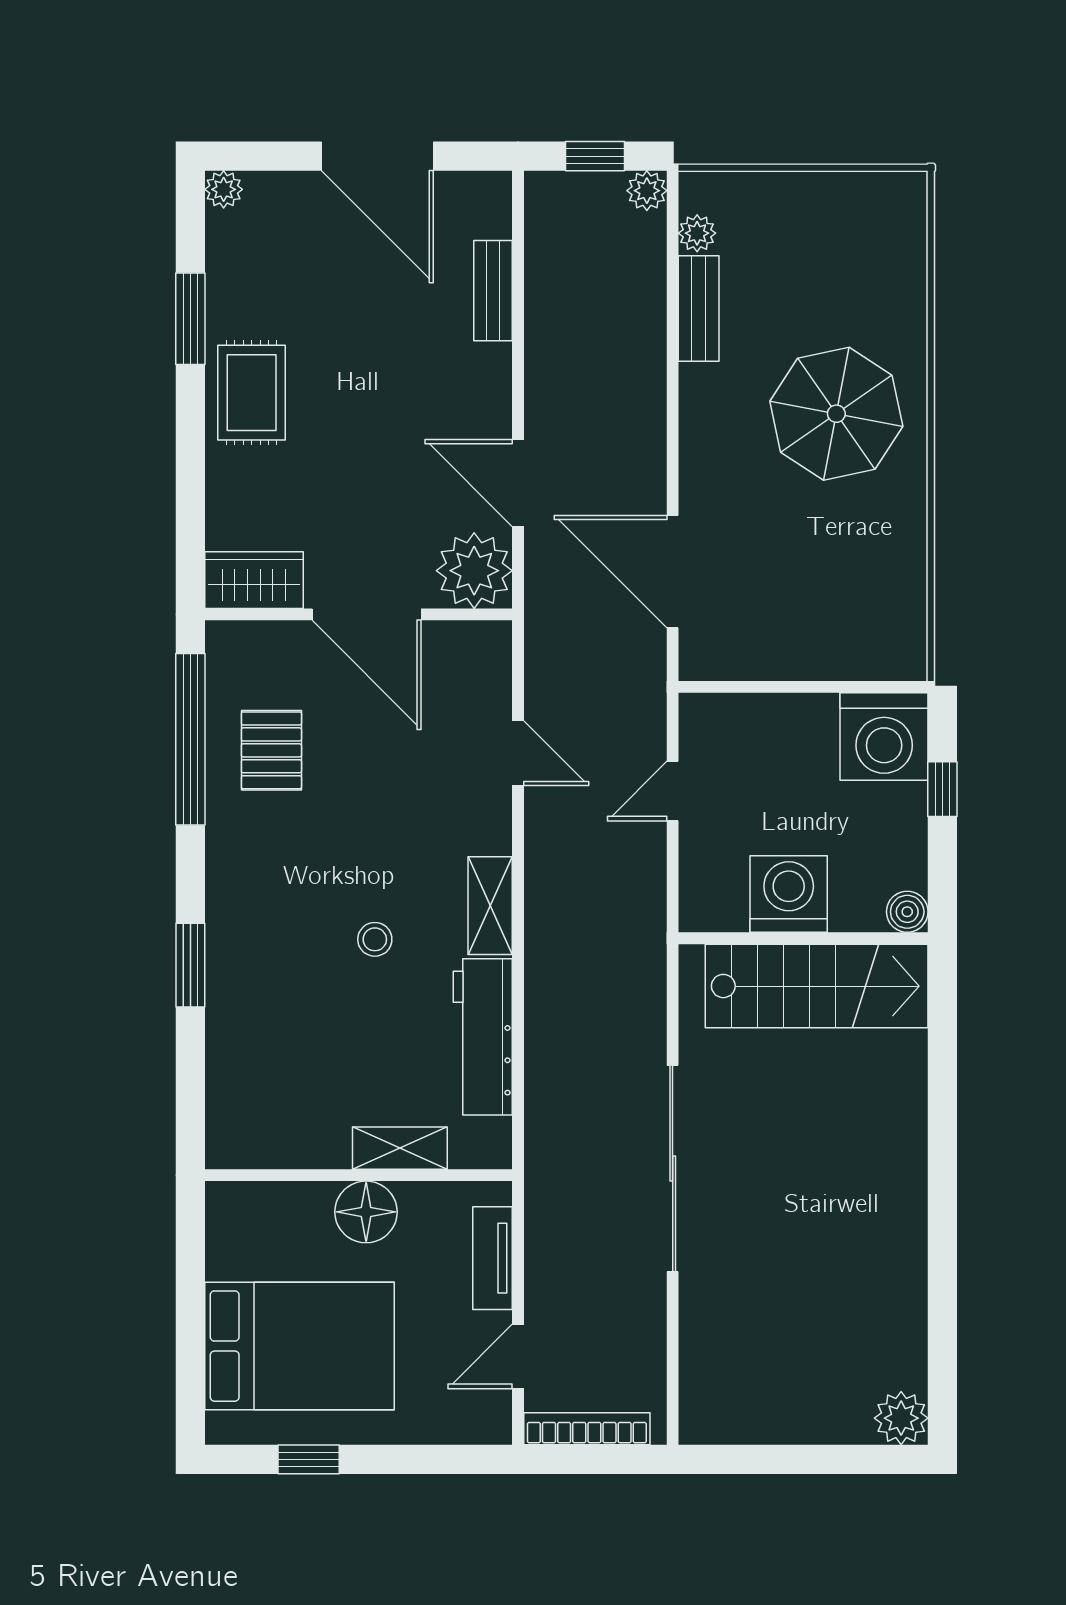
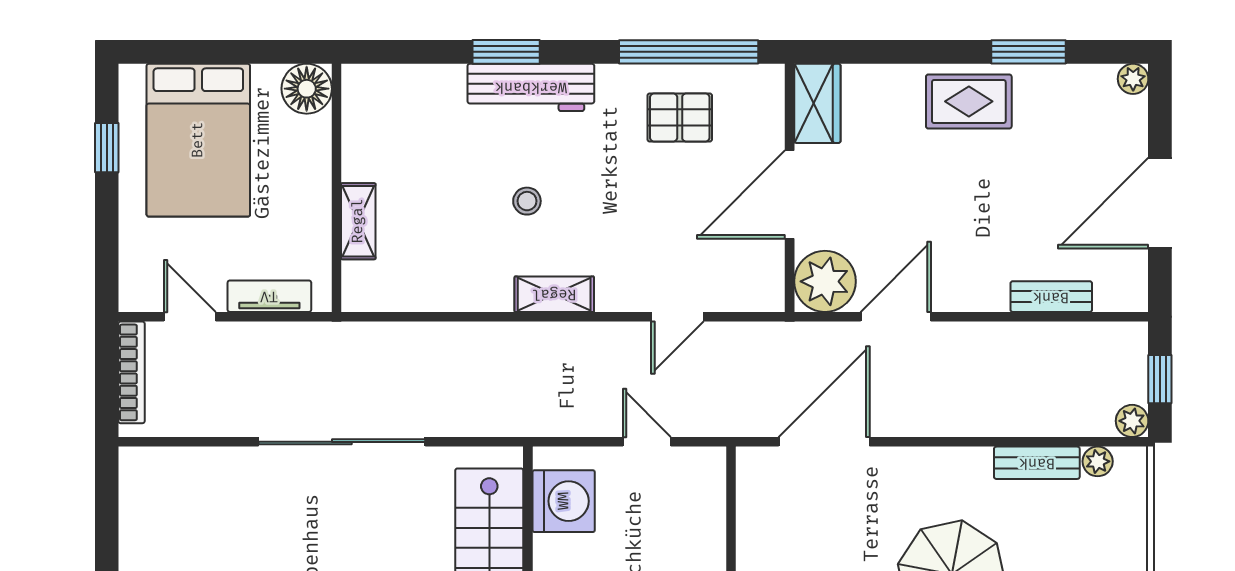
washing machine: (789, 894) -> (564, 501), moved
workbench: (483, 1037) -> (531, 87), moved, turned 180
floor lamp: (366, 1212) -> (307, 89), moved

